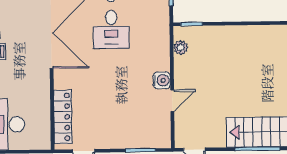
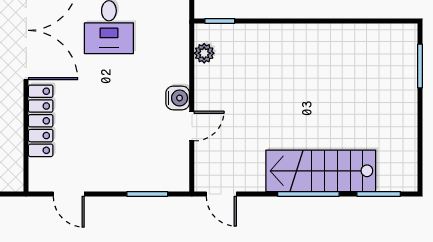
locker: (63, 117) -> (41, 121), moved

